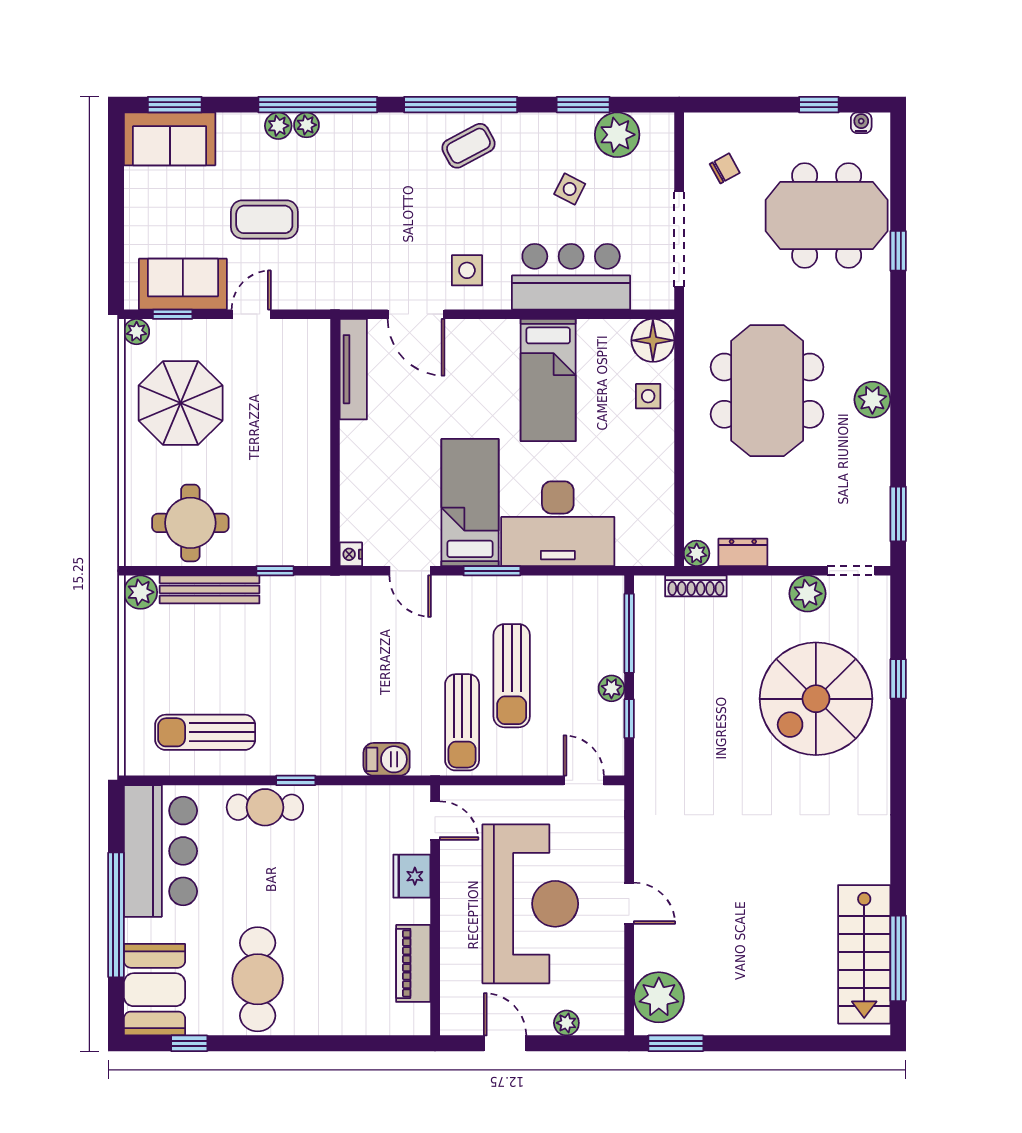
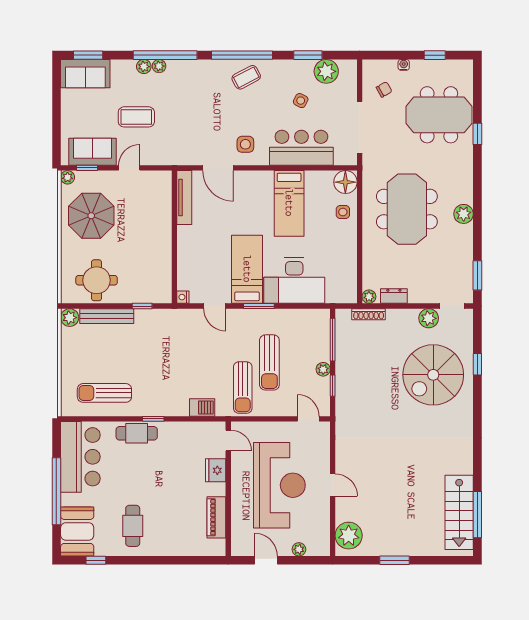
water cooler: (861, 123) -> (404, 65), moved
cafe table: (258, 979) -> (133, 526), width x0.73, depth x0.74
window: (676, 1043) -> (395, 560), moved

